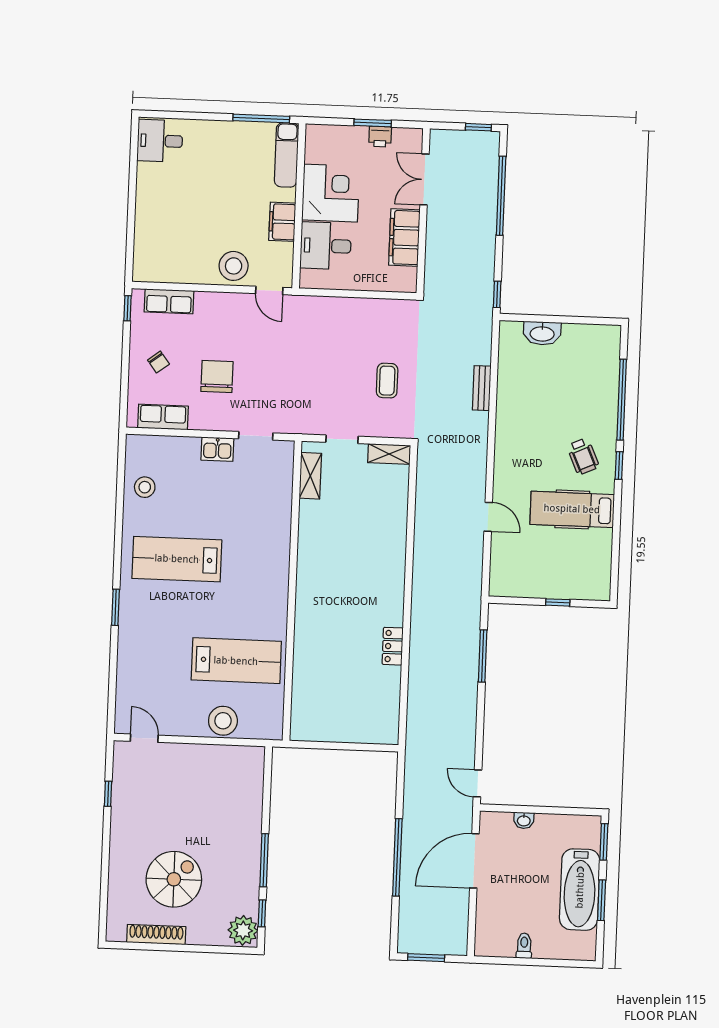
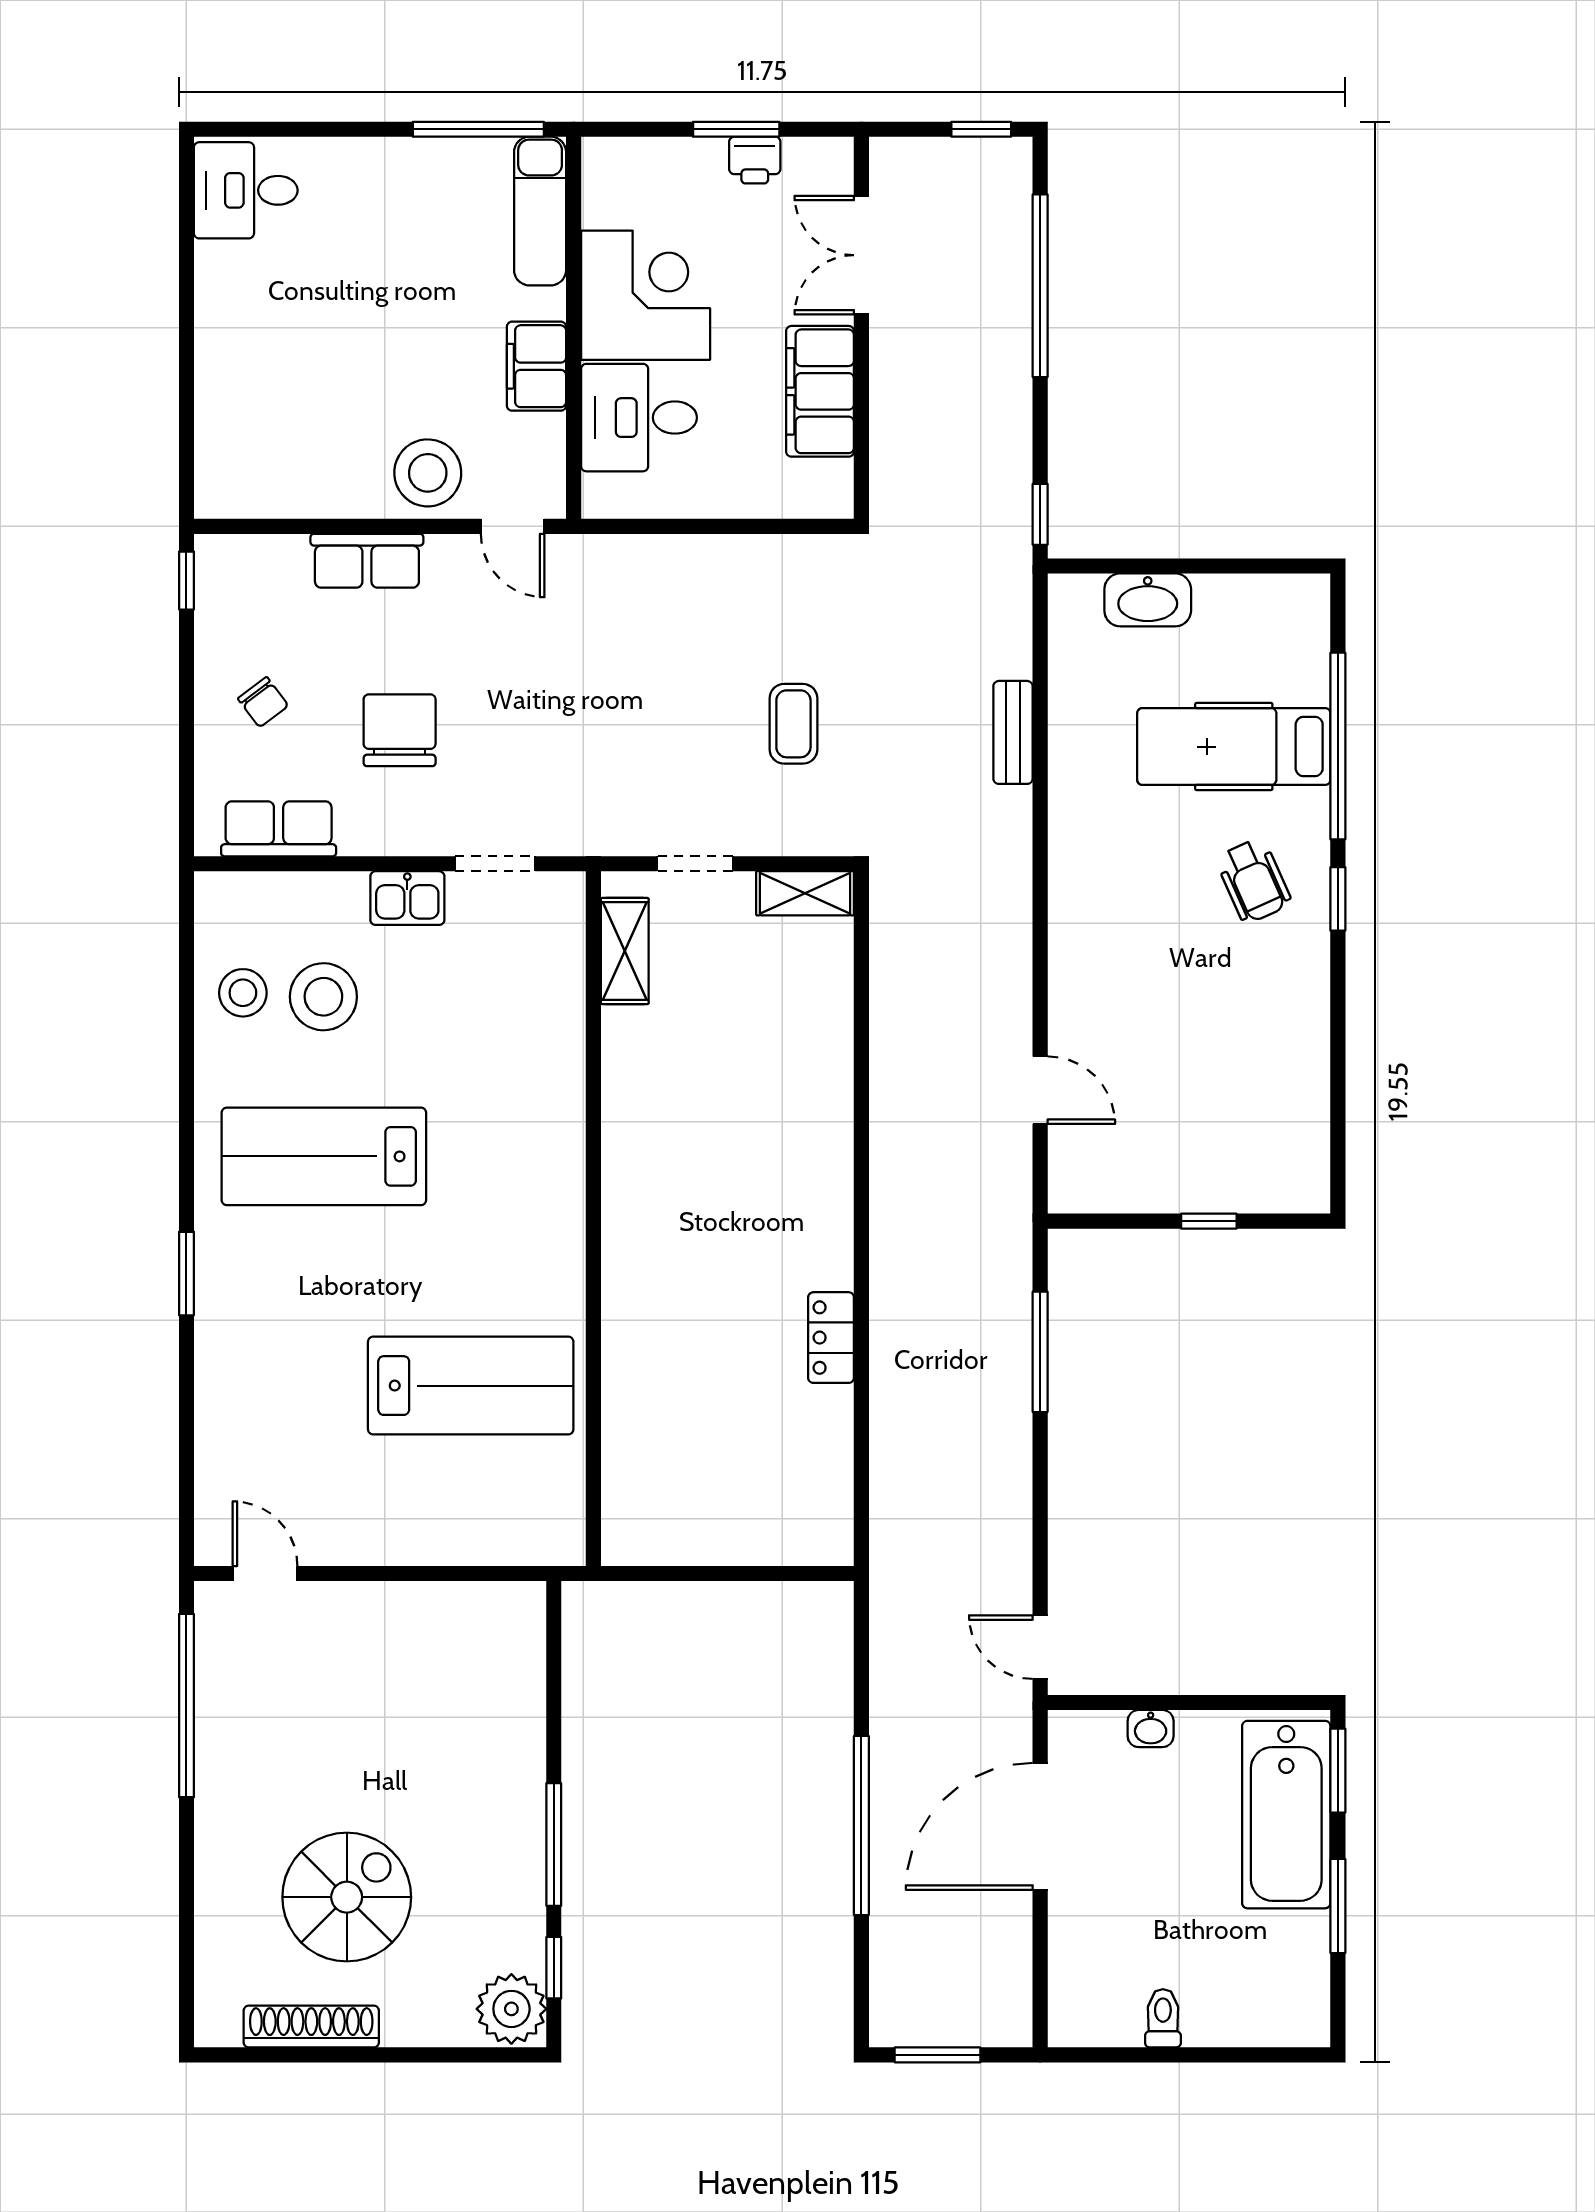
row of seats: (169, 301) -> (367, 561), moved
hospital bed: (572, 509) -> (1234, 747), moved
door: (488, 517) -> (1040, 1090), moved
stool: (223, 721) -> (323, 997), moved
window: (108, 794) -> (186, 1706), width x3.17
bathtub: (580, 890) -> (1286, 1815), moved

